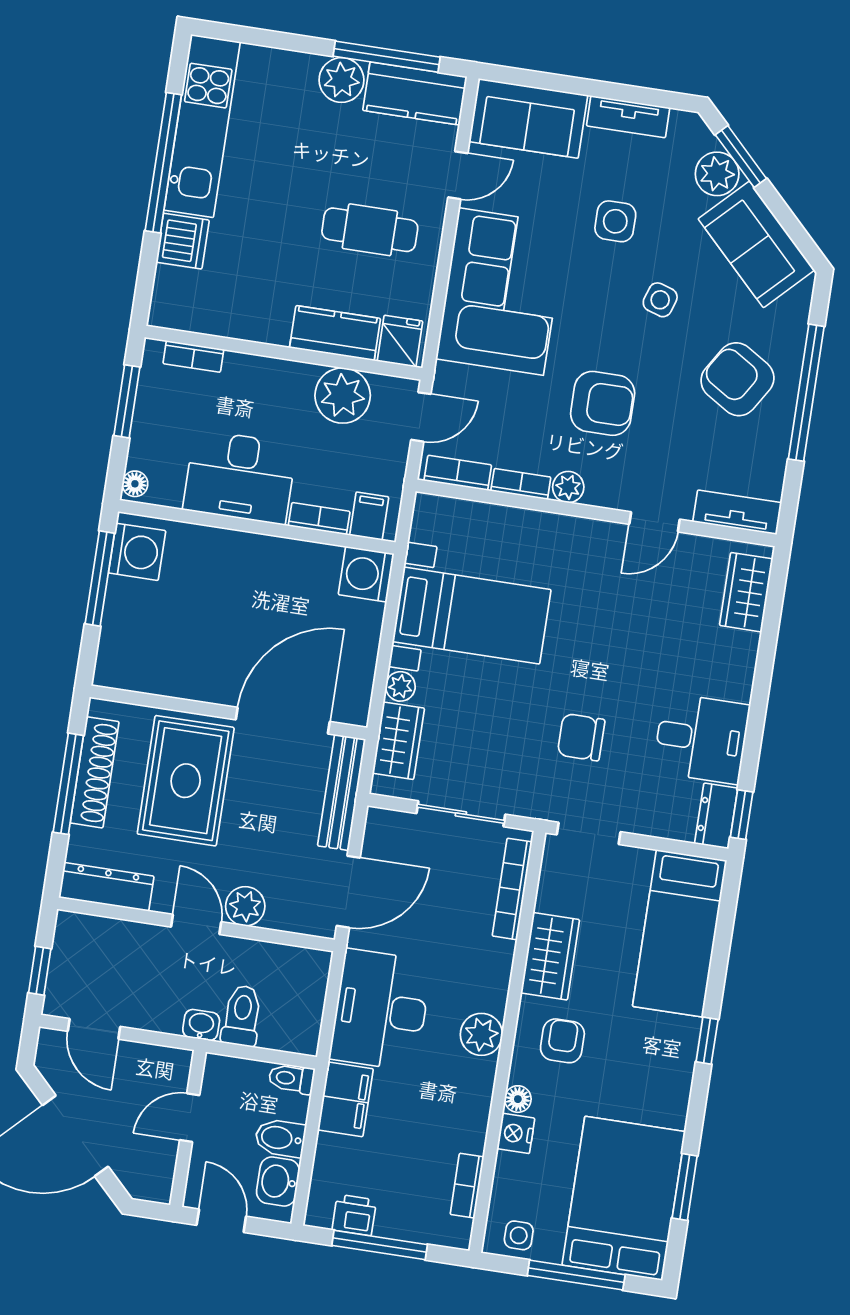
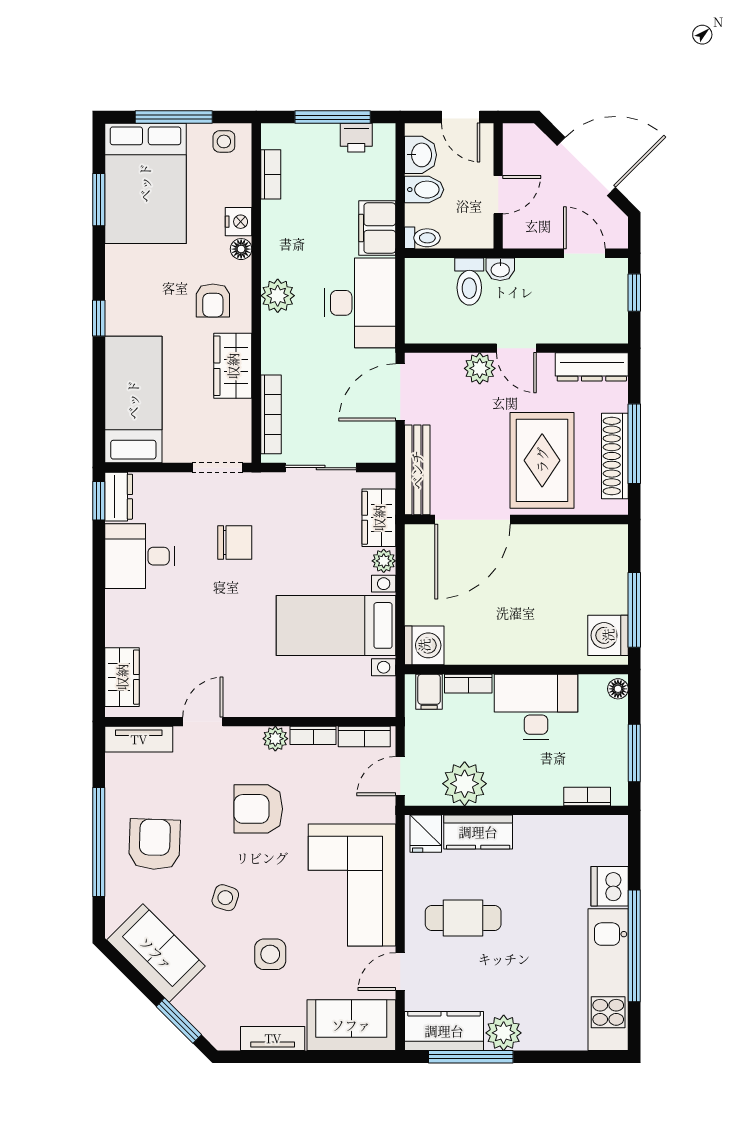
plant: (717, 174) -> (196, 1004), removed
armchair: (737, 379) -> (155, 844), turned -120

